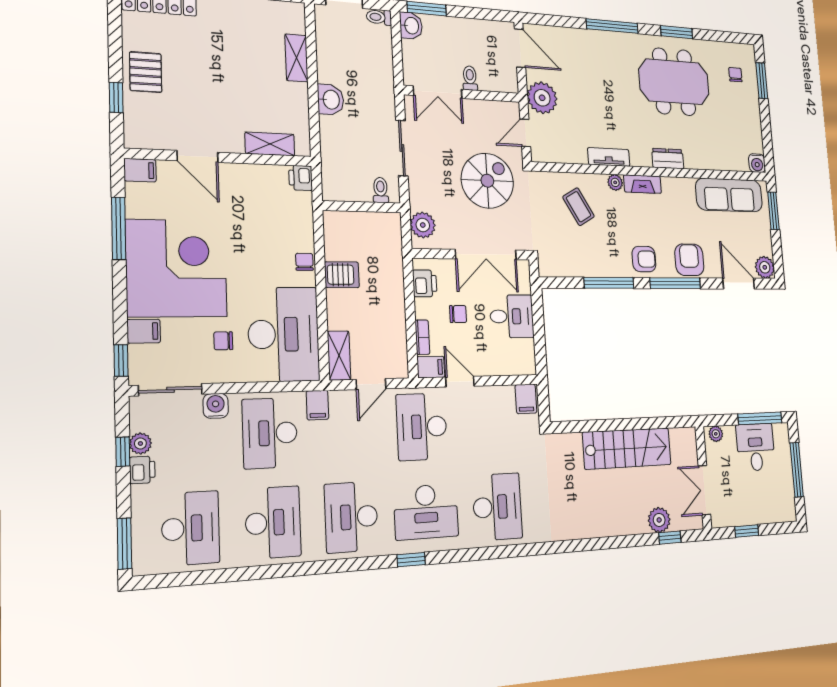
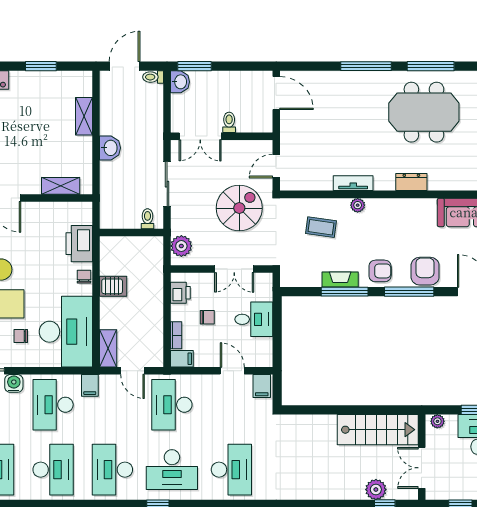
window: (677, 32) -> (431, 66), width x1.44
plant: (542, 98) -> (294, 135), removed
printer: (301, 178) -> (79, 244), moved, width x1.87, depth x1.48
fireplace: (642, 184) -> (340, 279), moved, turned 180
coffee table: (579, 207) -> (321, 227), turned -52
double door: (486, 254) -> (234, 269), width x0.73
door: (460, 382) -> (232, 371), moved
door: (371, 384) -> (133, 371), hinge flipped
stairs: (627, 448) -> (378, 430), moved

